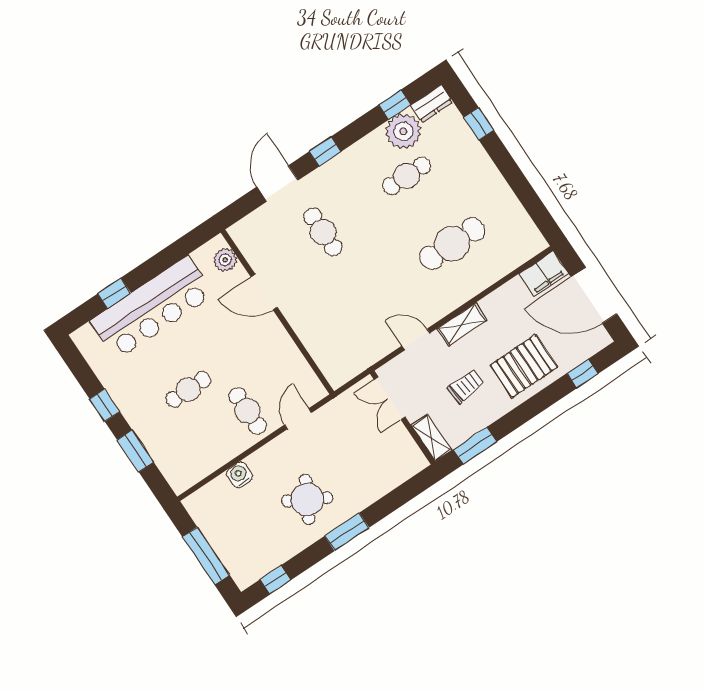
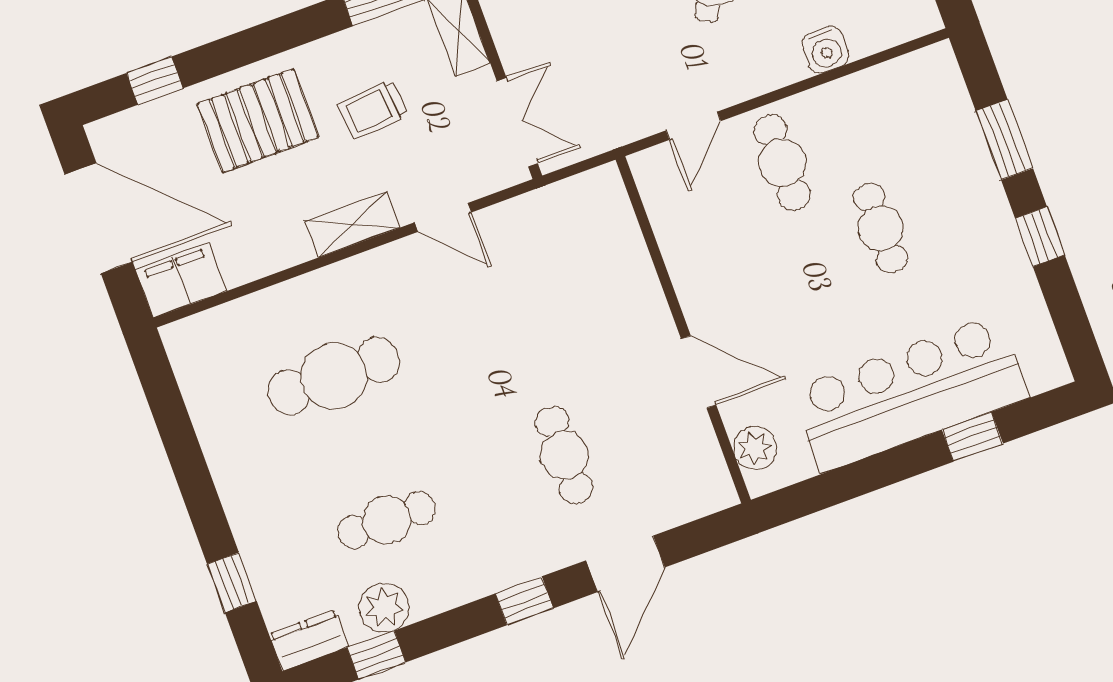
plant: (403, 131) -> (384, 608), width x0.73, depth x0.73
cafe table: (188, 390) -> (881, 228), turned 90

